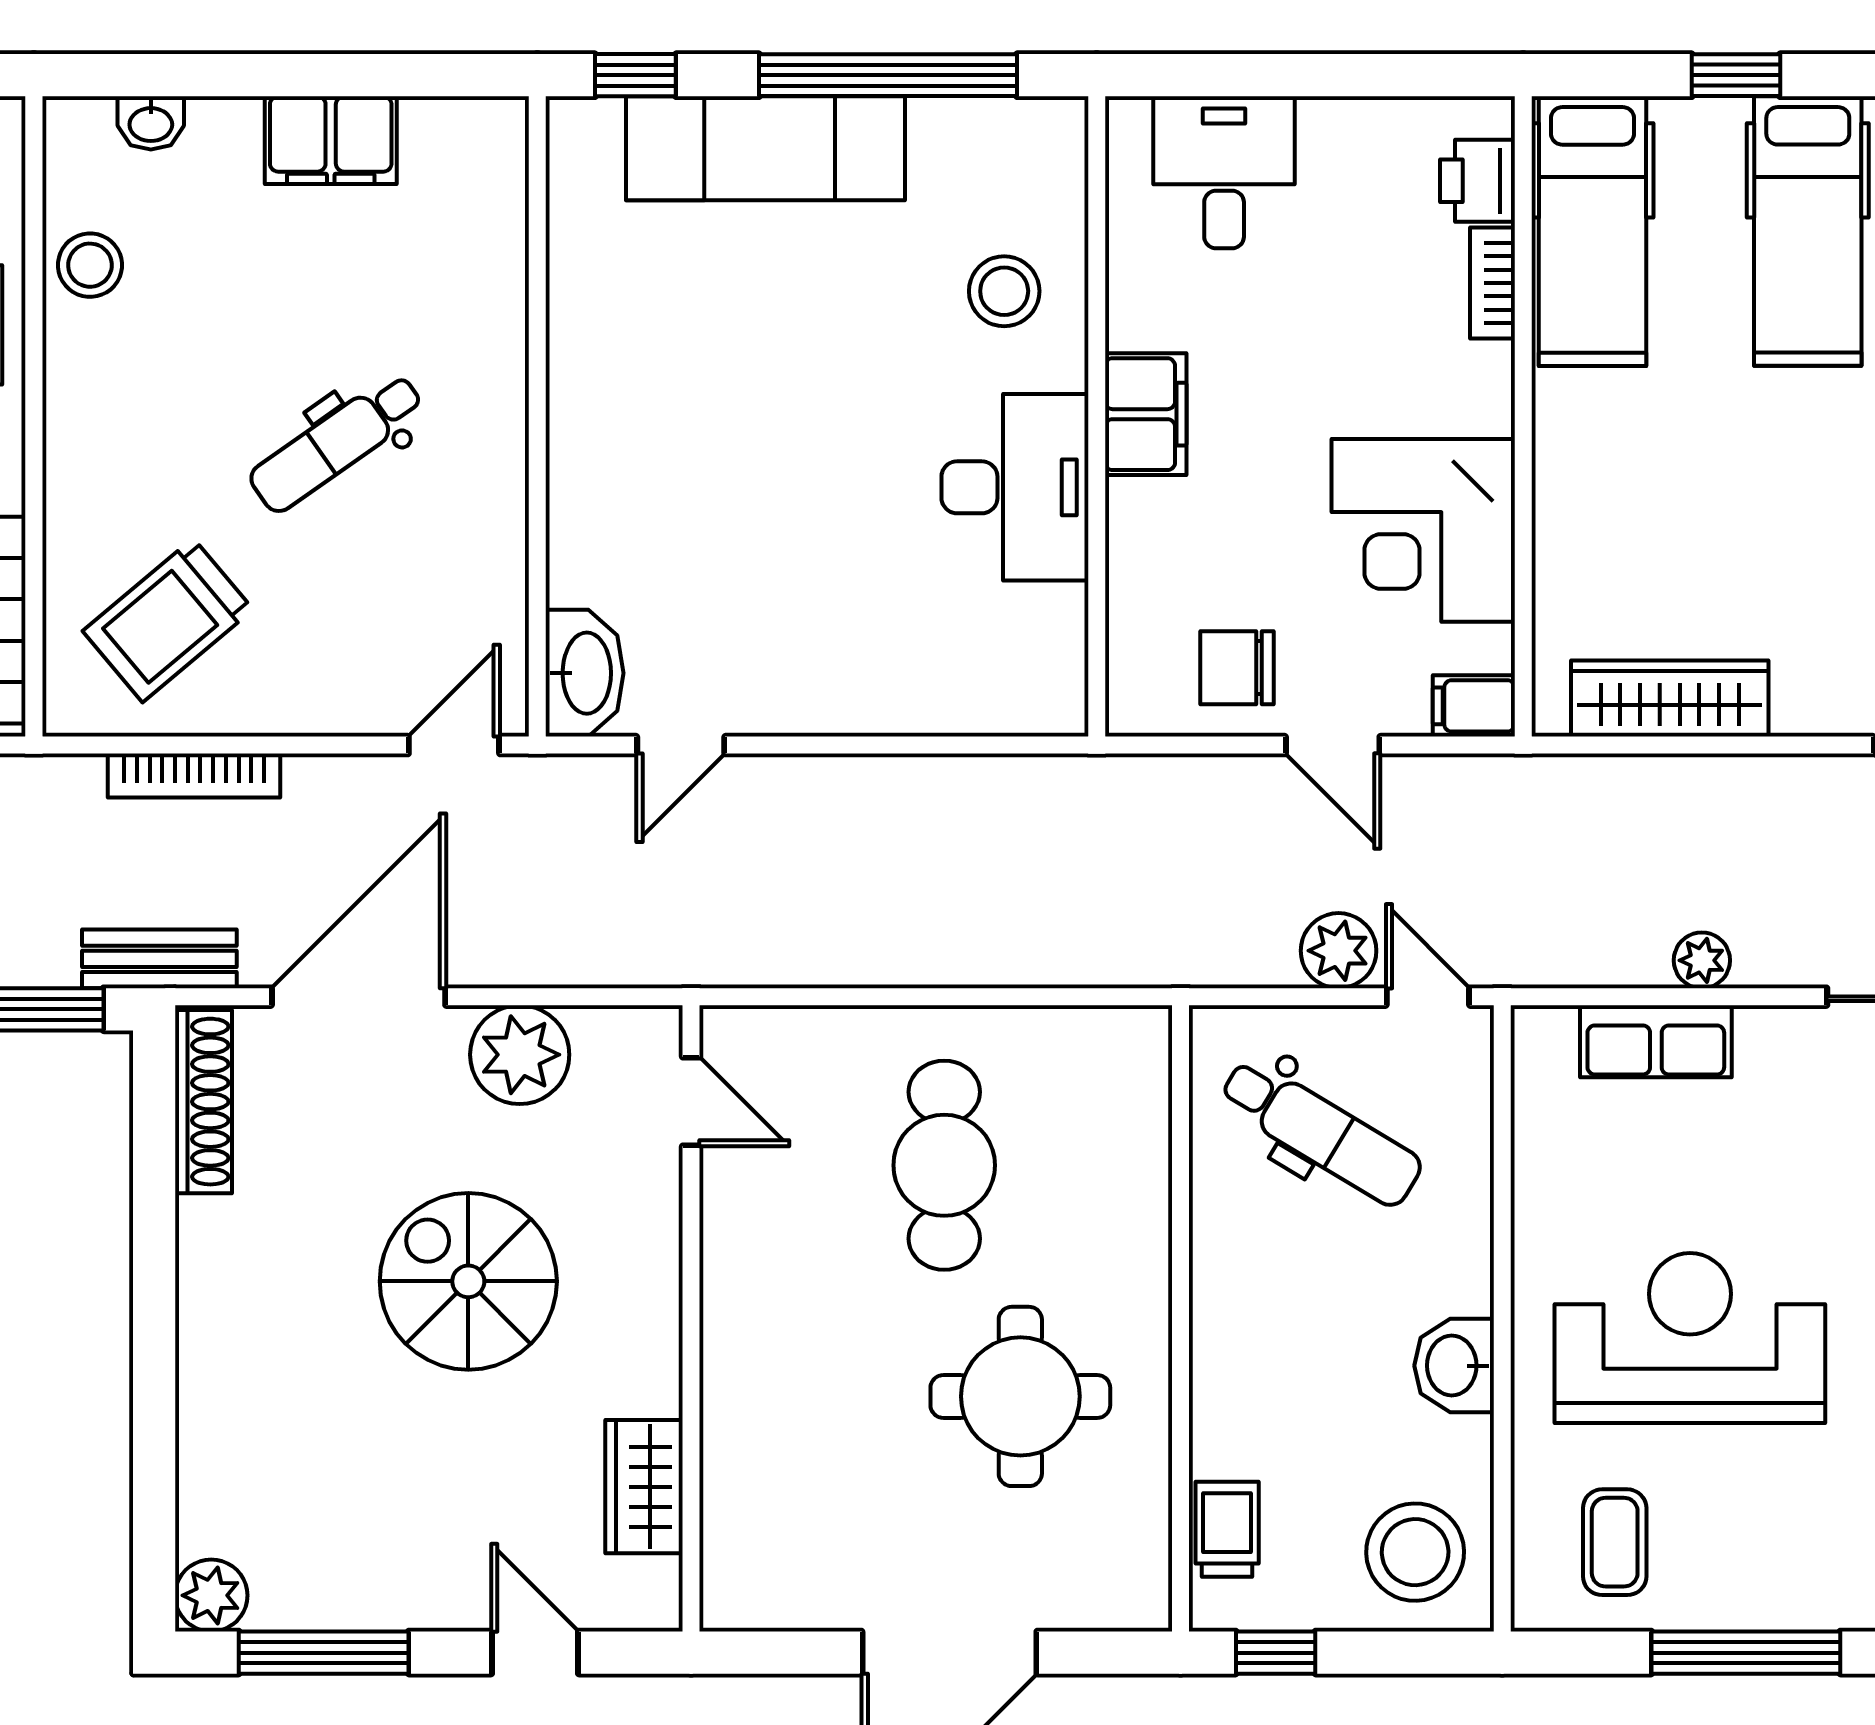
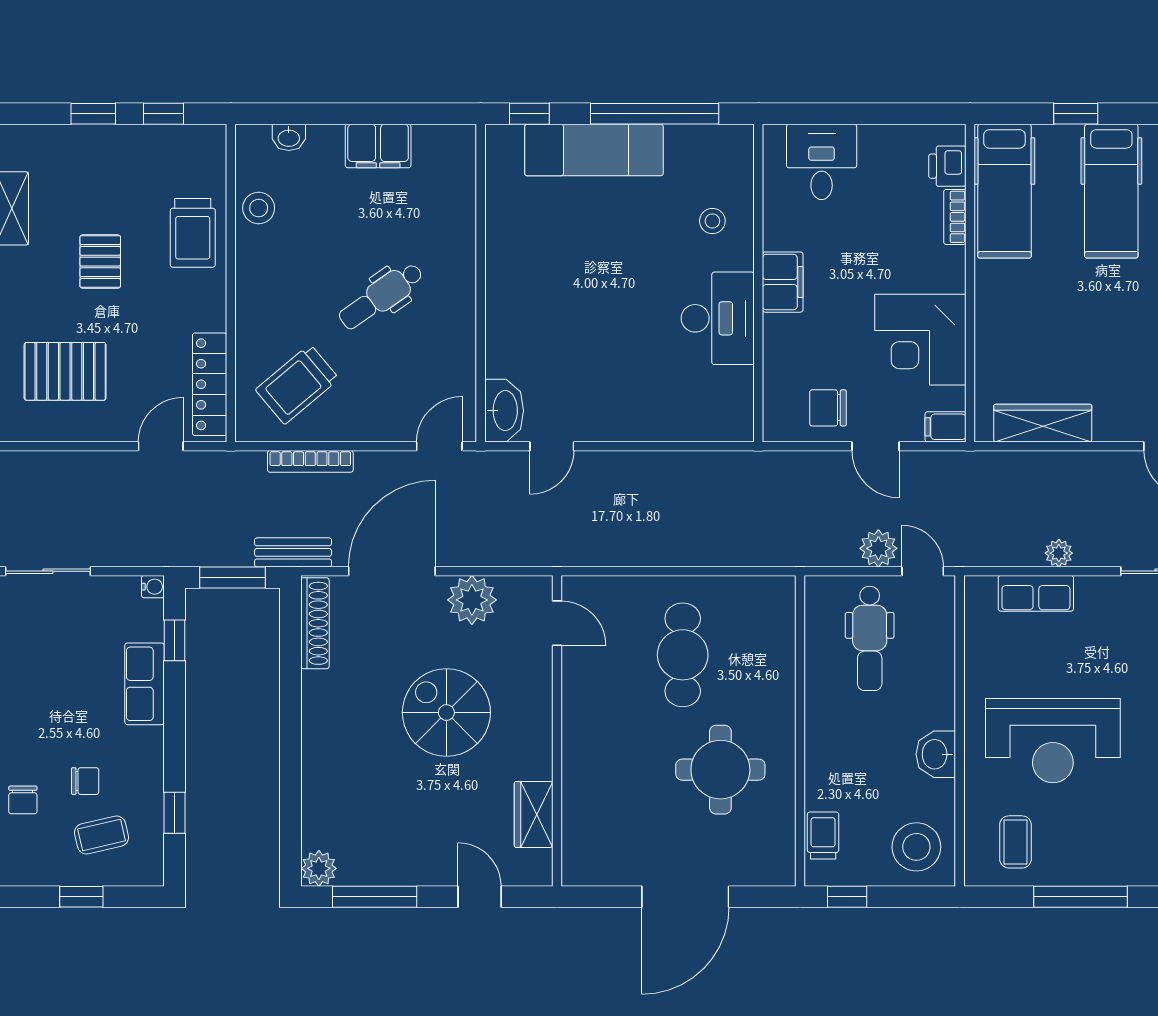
stool: (1004, 291) -> (712, 221), width x0.73, depth x0.73
dental chair: (1321, 1132) -> (870, 638), turned 59
reception desk: (1690, 1338) -> (1053, 741), turned 180

